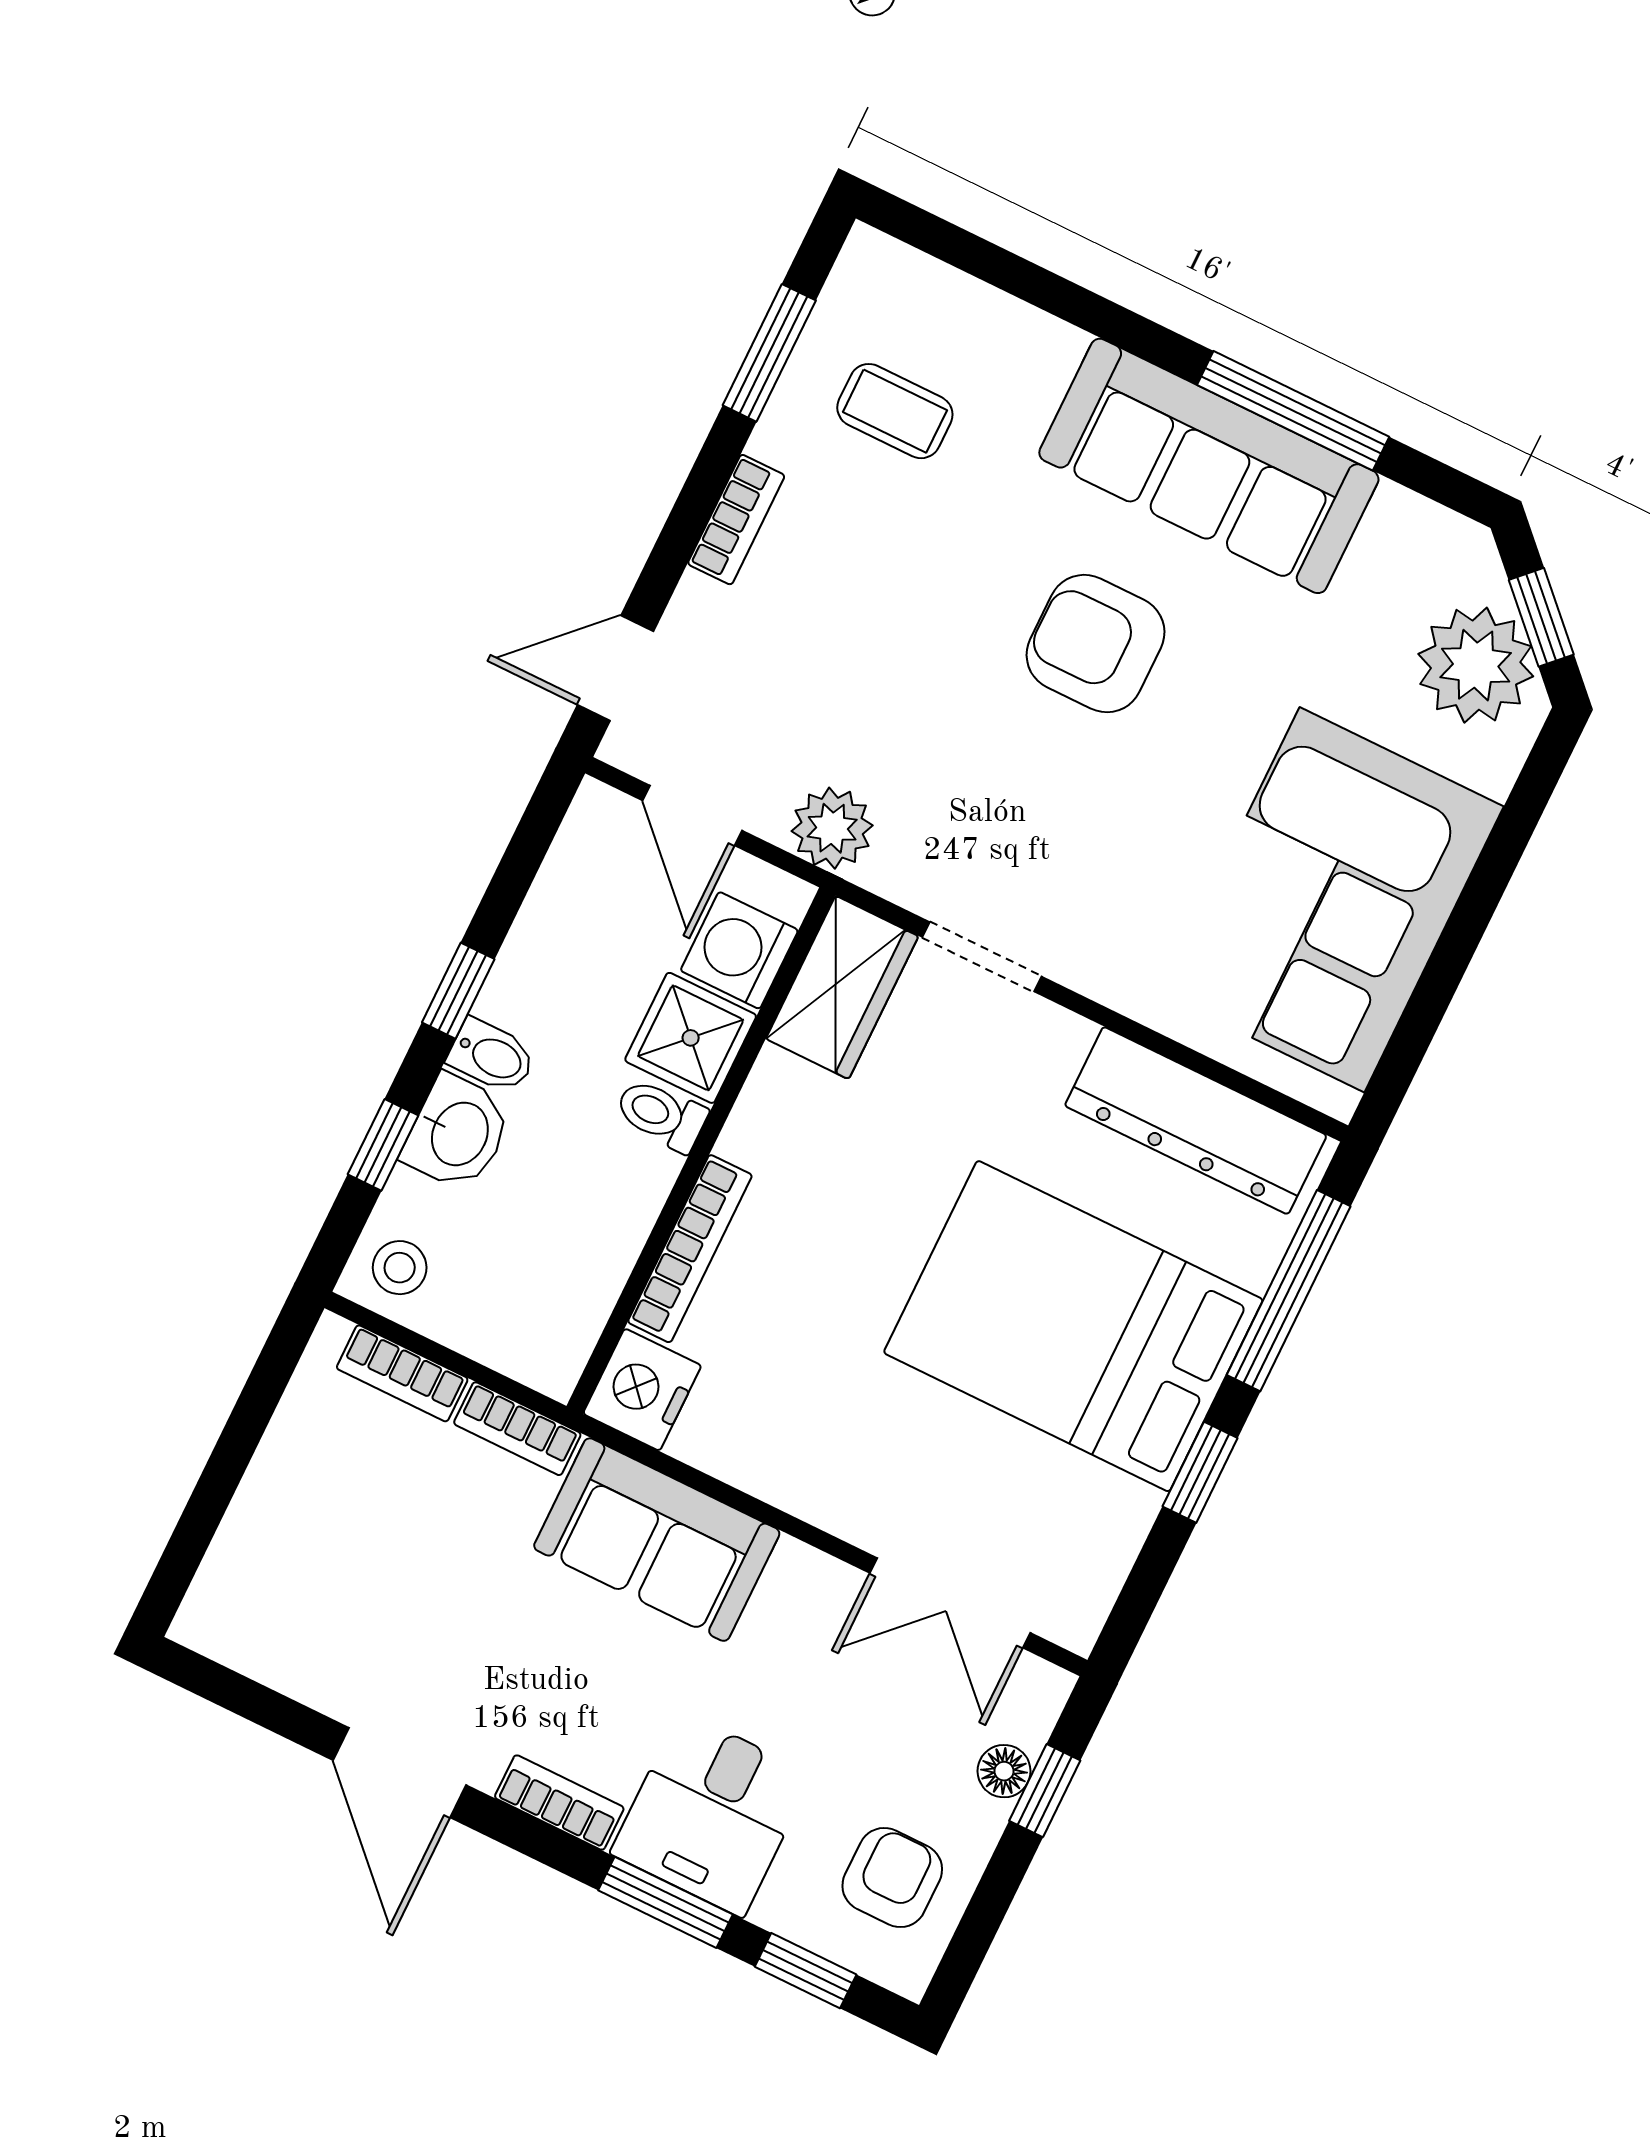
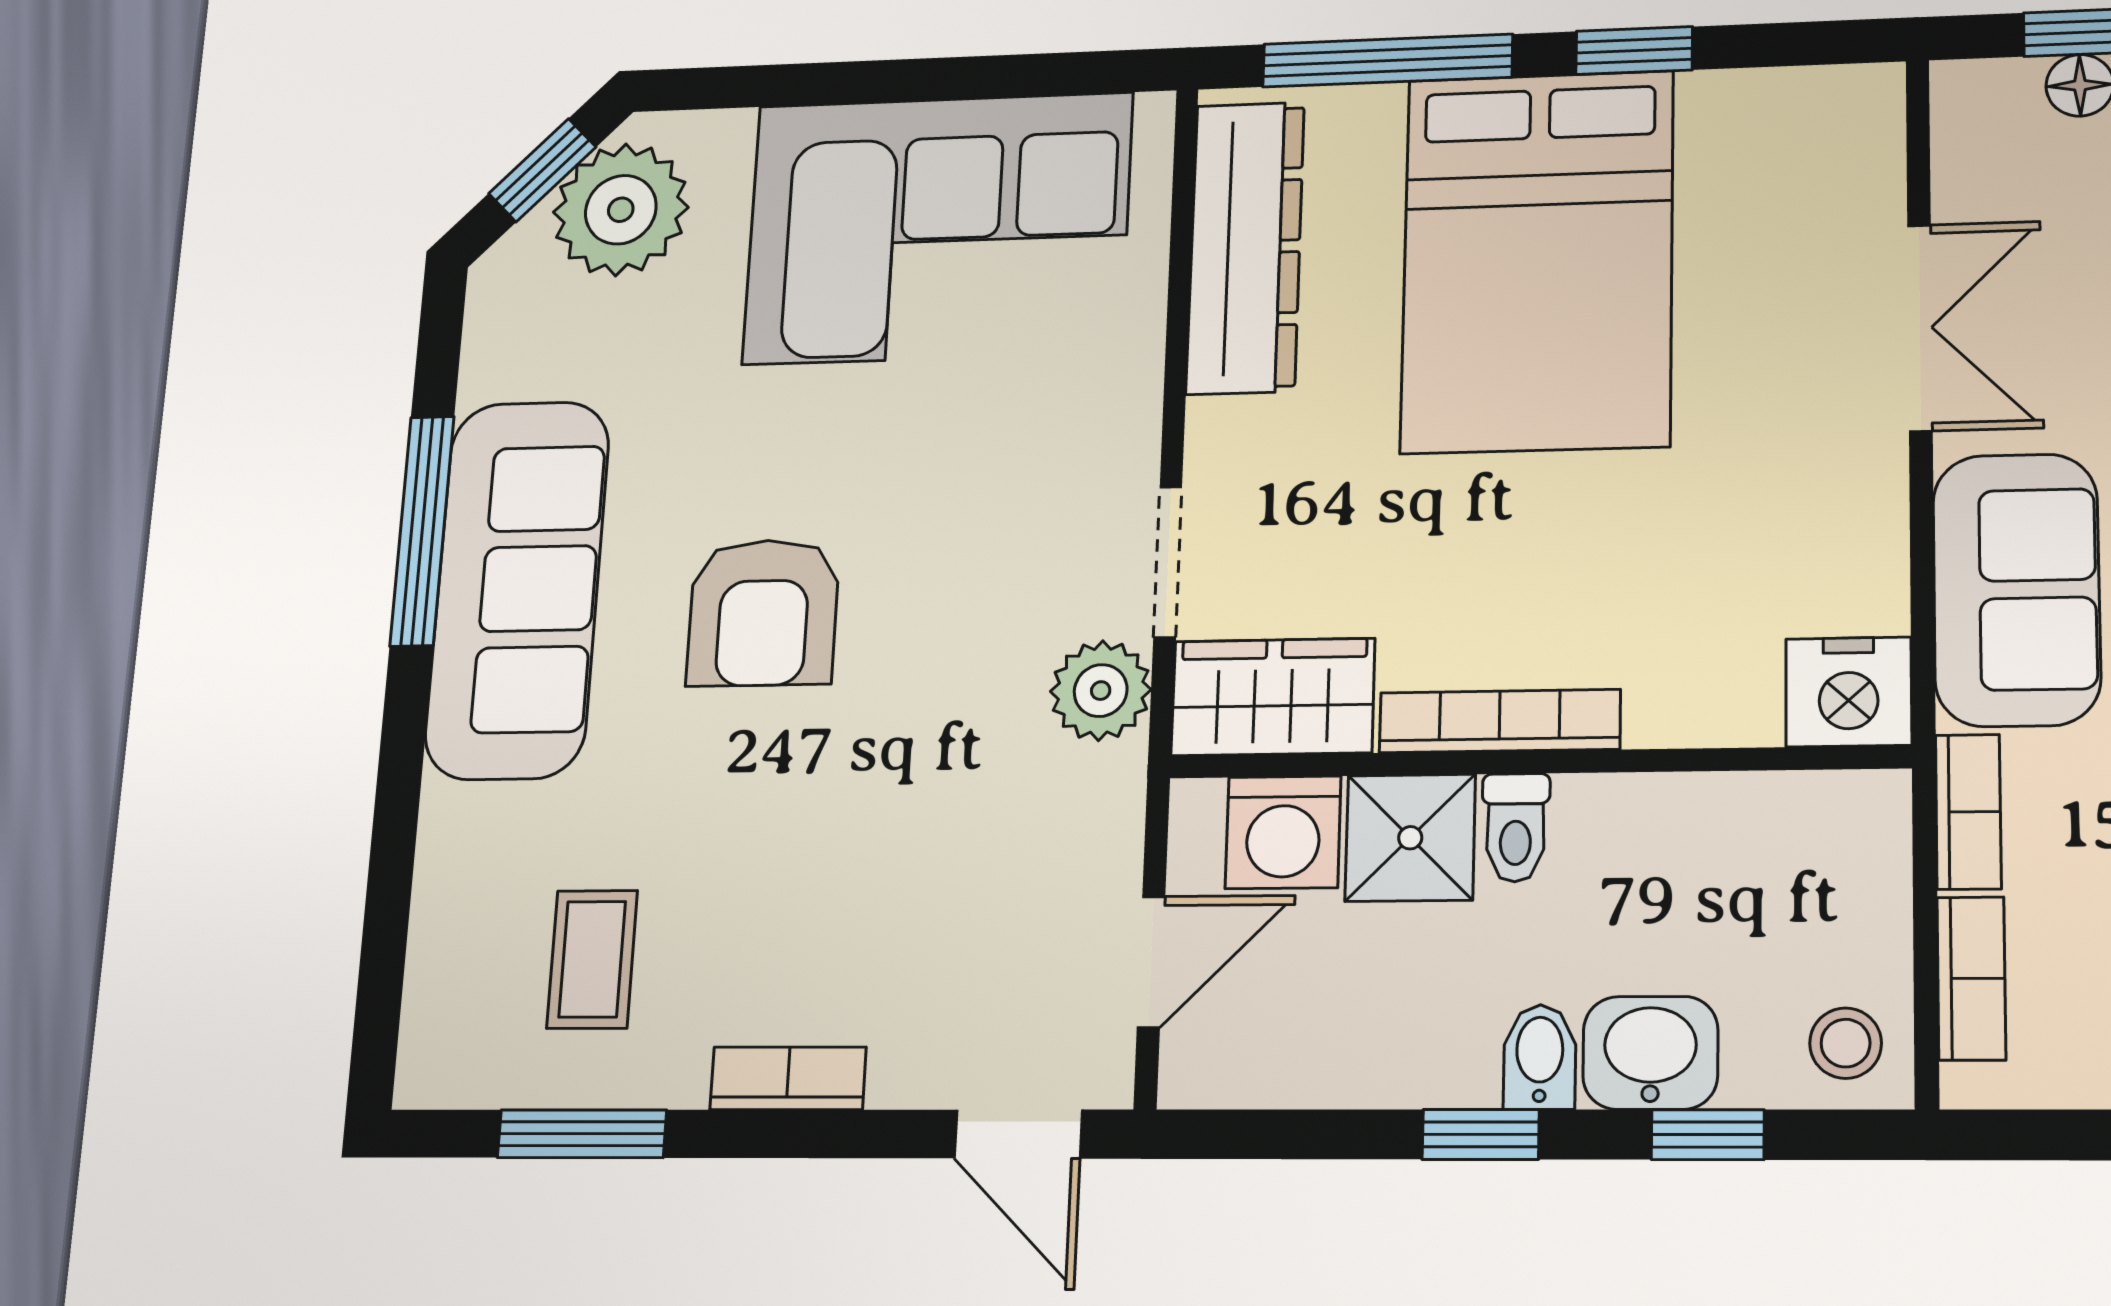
plant: (832, 828) -> (1101, 691), moved
bookcase: (690, 1249) -> (1500, 721), moved
double door: (950, 1603) -> (1920, 328), moved

